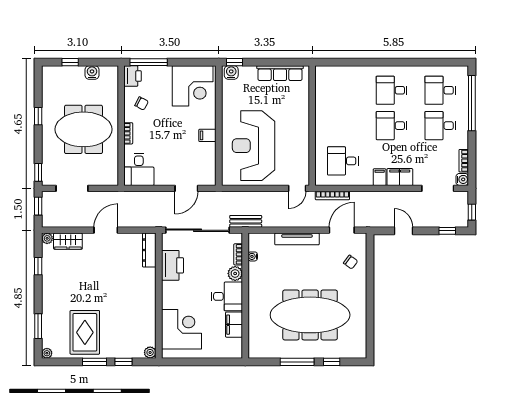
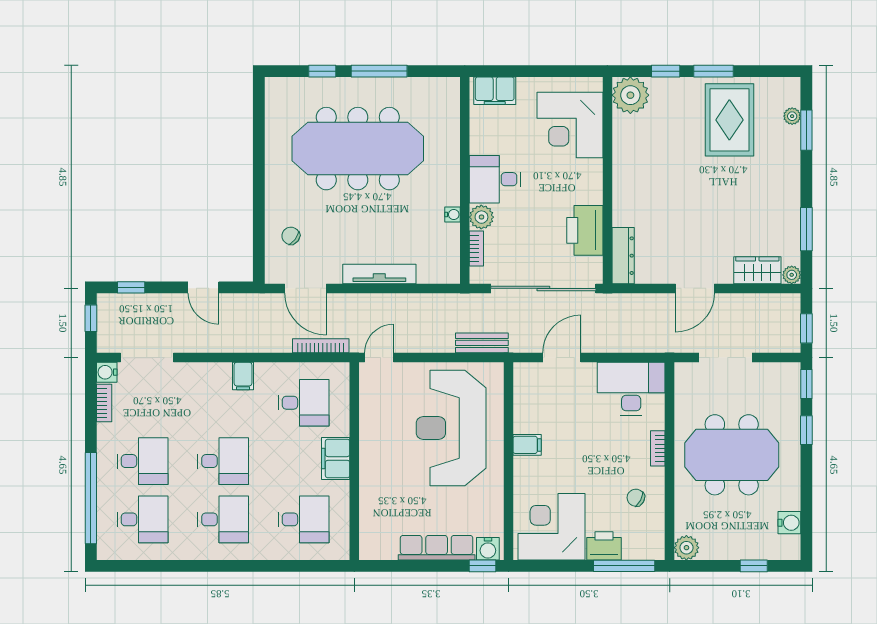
water cooler: (92, 72) -> (789, 523), moved, turned -90
plant: (111, 73) -> (686, 548), added
row of seats: (280, 73) -> (437, 548), moved
printer: (133, 76) -> (604, 546), moved, turned 90
desk: (343, 90) -> (304, 519), added
window: (38, 116) -> (806, 430), moved
reception desk: (254, 146) -> (451, 428), turned 180
desk: (139, 169) -> (631, 389), width x1.37
filing cabinet: (400, 177) -> (336, 458), moved, turned 90
doorway: (72, 188) -> (726, 358), moved
bench: (246, 221) -> (482, 343), moved
door: (342, 230) -> (306, 288), hinge flipped
water cooler: (253, 256) -> (452, 214), moved
window: (38, 266) -> (806, 229), width x1.50
filing cabinet: (234, 325) -> (495, 91), moved, turned 90
plant: (150, 352) -> (630, 95), width x1.88, depth x1.88
plant: (47, 353) -> (792, 116), moved

